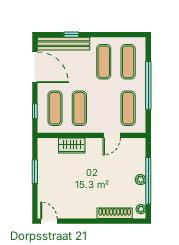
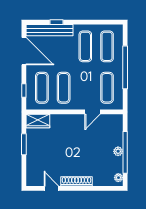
wardrobe: (72, 146) -> (38, 121), moved
shoe rack: (115, 213) -> (76, 181), moved
door: (49, 221) -> (51, 188), moved

